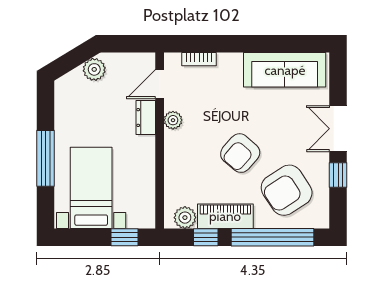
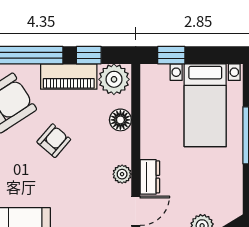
armchair: (240, 153) -> (54, 141), width x0.72, depth x0.72
floor lamp: (175, 174) -> (120, 120), added
plant: (185, 218) -> (114, 79), width x1.36, depth x1.36

